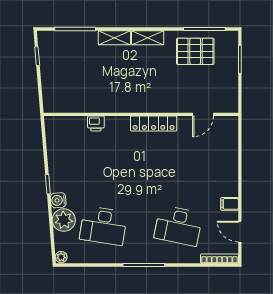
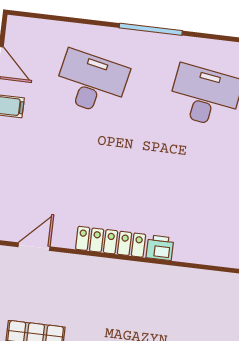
printer: (96, 123) -> (160, 248), moved
bookcase: (219, 259) -> (35, 25), removed

